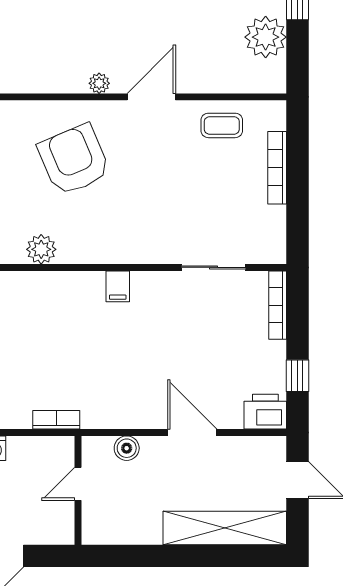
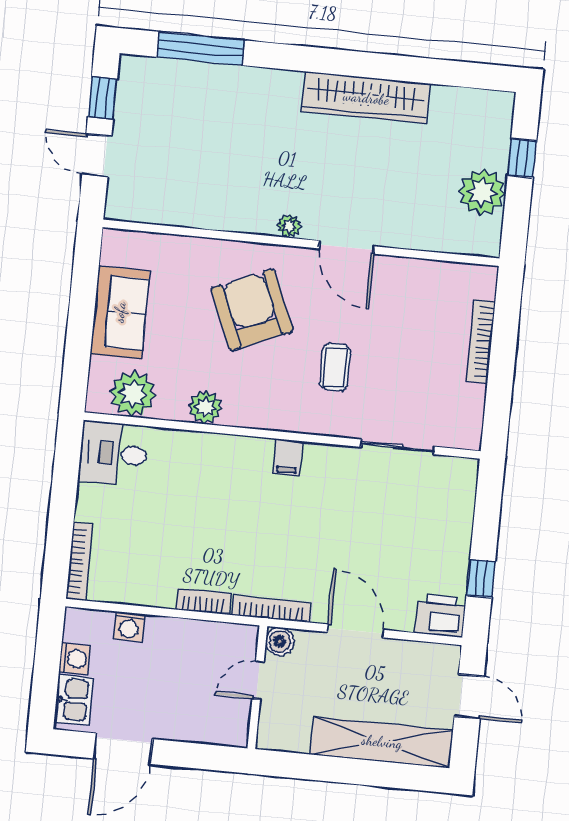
door: (151, 97) -> (347, 247), swing flipped
coffee table: (222, 125) -> (335, 367), moved, turned 90
bookcase: (278, 305) -> (271, 609), moved, turned 90
door: (78, 484) -> (258, 680), moved
wall: (78, 490) -> (257, 687), moved

